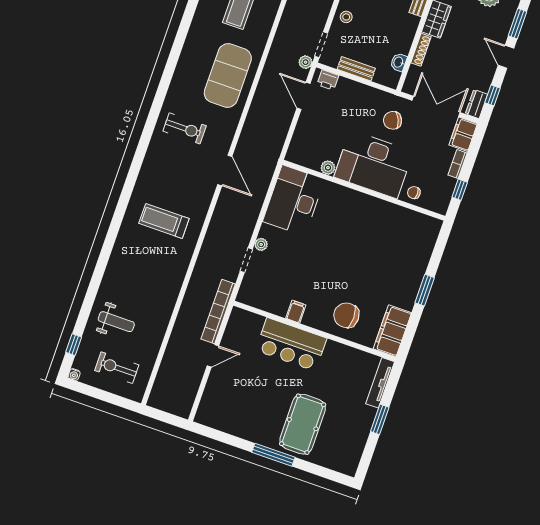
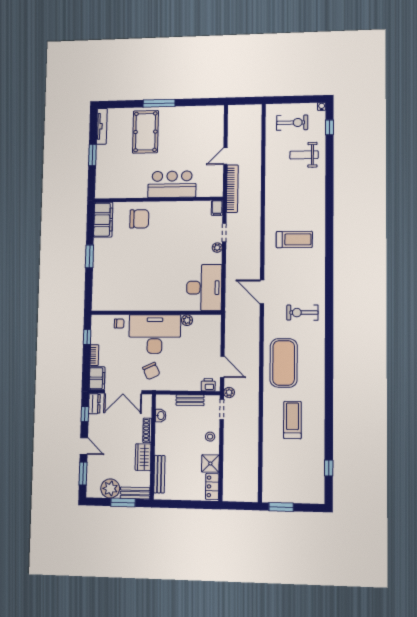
chair: (393, 120) -> (151, 371), turned 89
filing cabinet: (296, 312) -> (217, 208), moved
tv unit: (380, 383) -> (102, 126), moved

